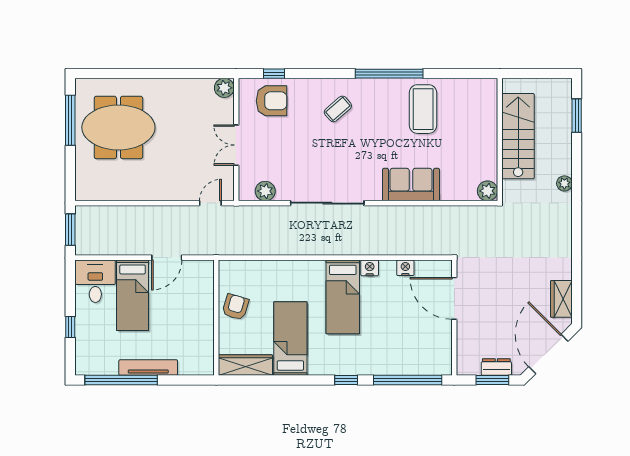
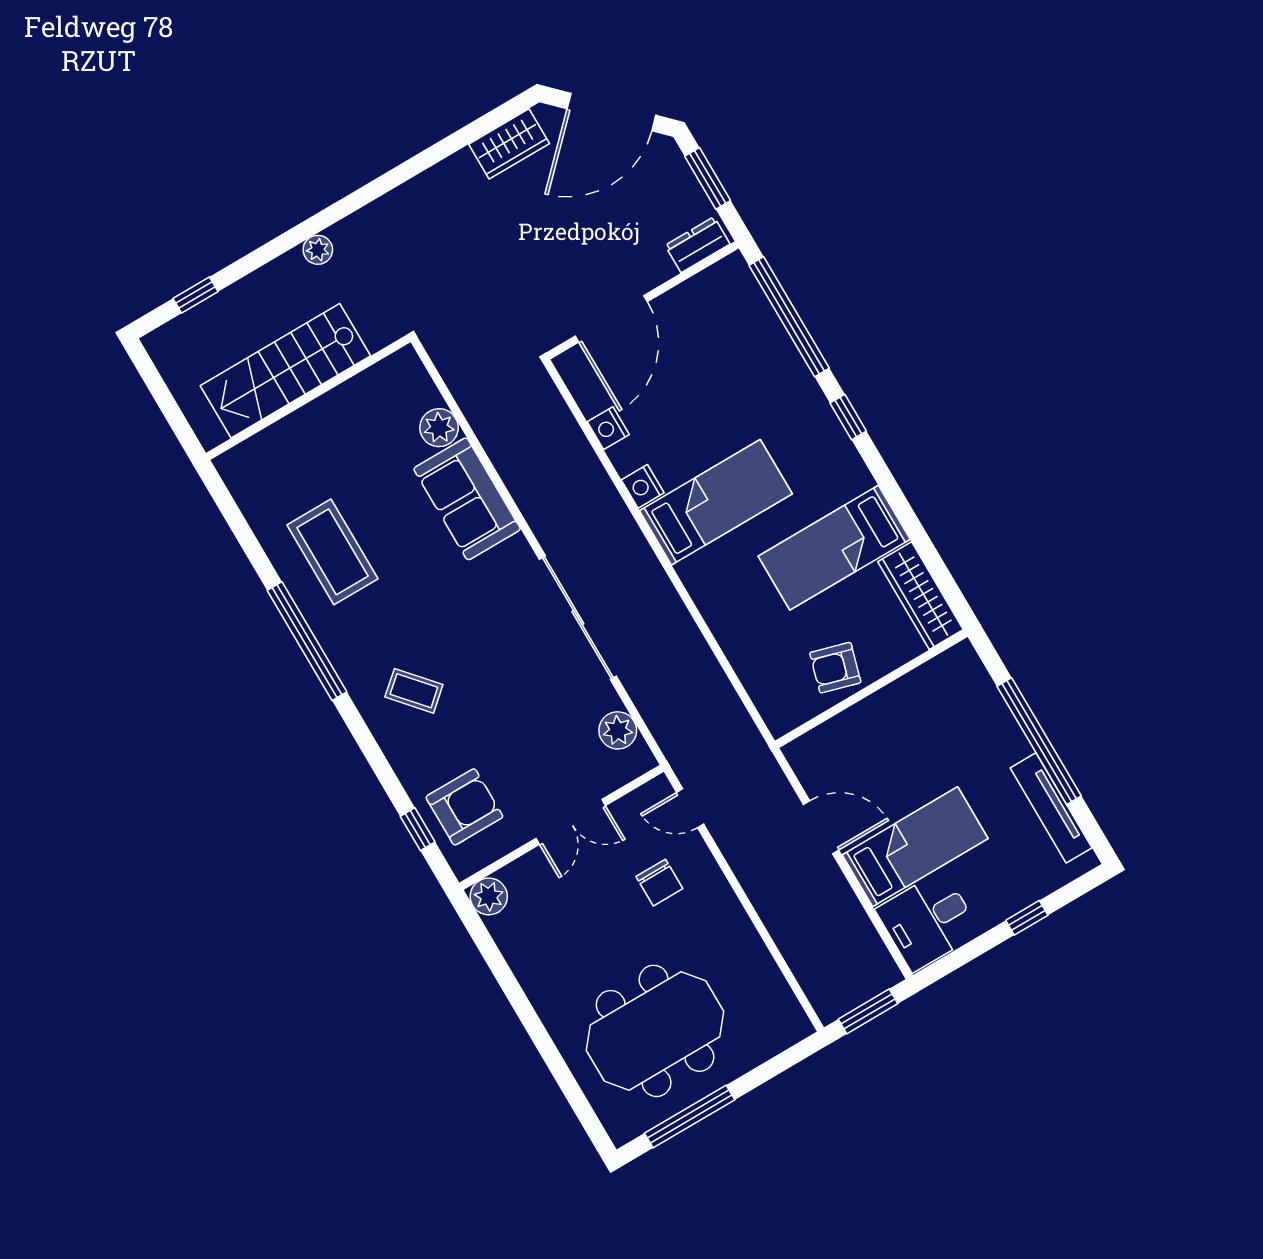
armchair: (272, 101) -> (464, 807), turned 90
coffee table: (423, 109) -> (332, 552), turned 90
window: (577, 116) -> (196, 295), width x0.67
meeting table: (118, 127) -> (655, 1031), turned 90
chair: (185, 169) -> (659, 883), added
plant: (487, 191) -> (439, 428), moved
dresser: (496, 367) -> (698, 245), moved, turned 90
tv unit: (148, 368) -> (1051, 808), moved
window: (121, 380) -> (1039, 741), moved

